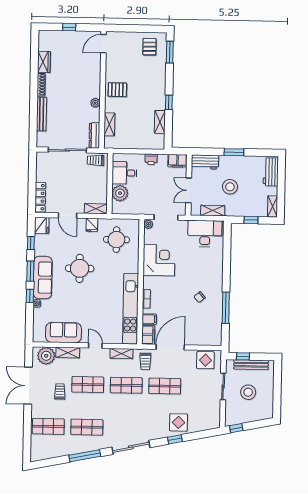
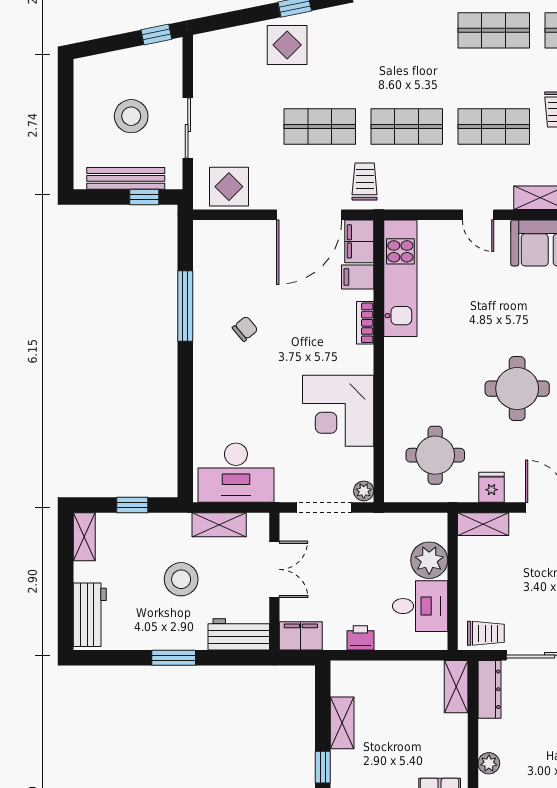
shelving: (109, 124) -> (456, 687), moved
kitchen unit: (131, 309) -> (400, 278), width x0.73
shelving: (121, 353) -> (419, 198), removed

